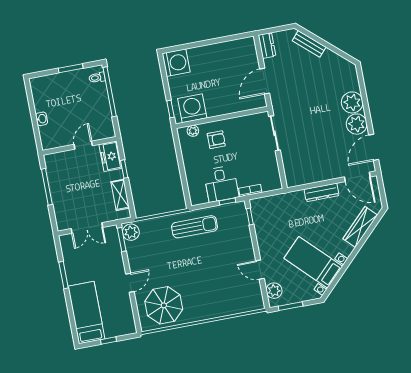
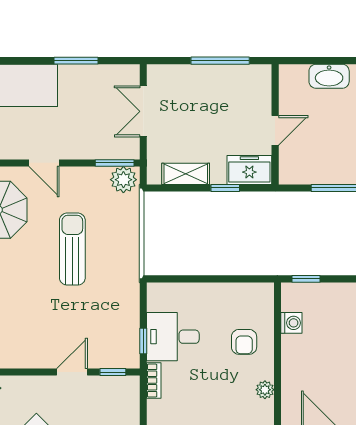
washing machine: (192, 108) -> (291, 323), width x0.53, depth x0.53
washbasin: (42, 119) -> (329, 76), width x1.91, depth x1.45
plant: (193, 131) -> (265, 390), moved
door: (83, 145) -> (275, 130), hinge flipped
sun lounger: (194, 227) -> (72, 249), moved, turned 180
door: (260, 270) -> (72, 372), moved

